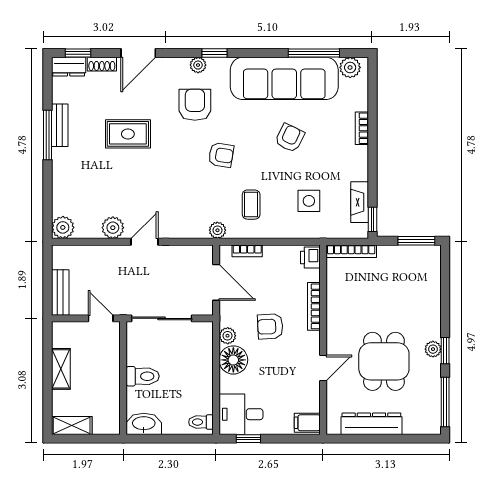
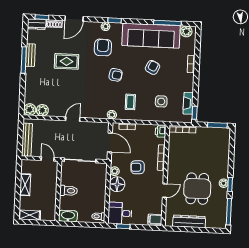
plant: (113, 228) -> (42, 110), moved
bench: (60, 293) -> (27, 140), width x1.36

